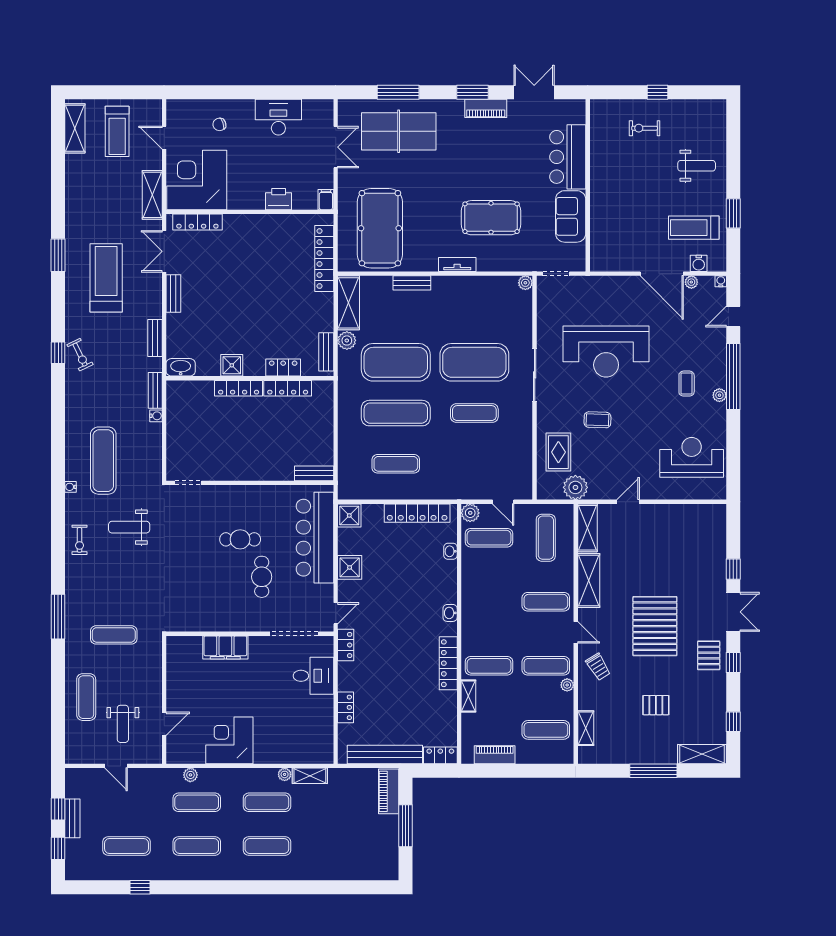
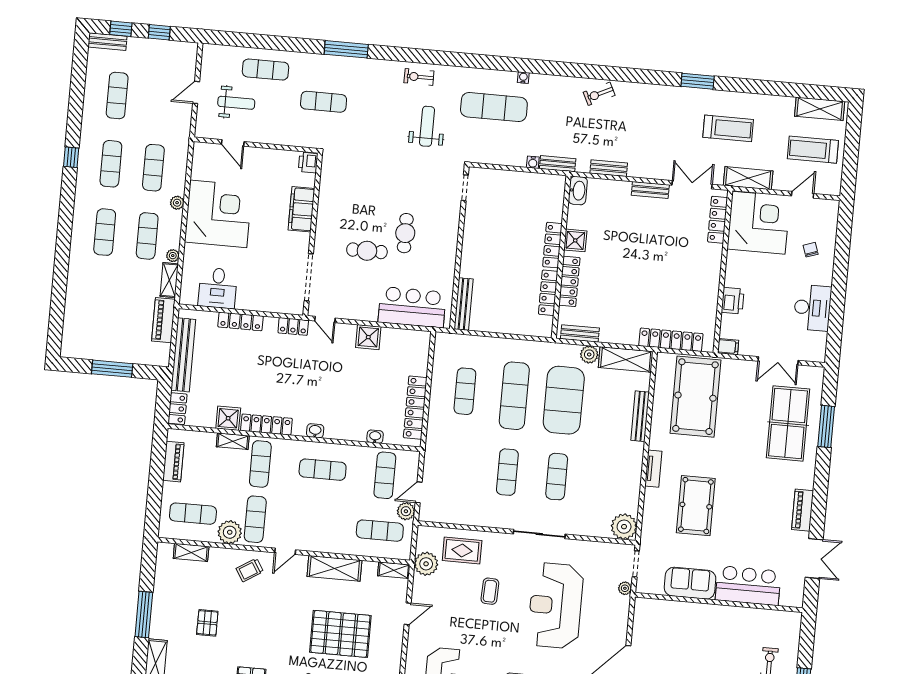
window: (473, 92) -> (820, 499), removed
pool table: (380, 228) -> (695, 397), turned 90
treadmill: (106, 278) -> (728, 128), moved, width x0.73, depth x0.73
plant: (582, 282) -> (625, 588), added
bench: (412, 283) -> (640, 416), width x1.36
plant: (525, 283) -> (624, 527), width x1.87, depth x1.87
window: (58, 353) -> (603, 73), removed
exercise mat: (474, 362) -> (557, 477), width x0.50, depth x0.69
locker: (283, 368) -> (569, 281), width x1.53
bench: (314, 473) -> (464, 304), width x1.36
water cooler: (71, 487) -> (523, 78), moved
door: (628, 502) -> (408, 614), hinge flipped
plant: (470, 513) -> (406, 511), moved
shower: (349, 515) -> (228, 418), moved
shelving: (587, 528) -> (394, 570), width x0.67, depth x0.75
bar counter: (315, 538) -> (412, 307), width x0.73
exercise mat: (546, 602) -> (323, 470), moved, turned 90
pallet: (655, 626) -> (340, 634), moved
exercise mat: (114, 635) -> (324, 102), turned 90
printer: (177, 645) -> (308, 163), added
desk: (313, 676) -> (218, 288), moved
plant: (567, 685) -> (230, 532), width x1.87, depth x1.87
locker: (345, 707) -> (240, 321), width x1.53
weight bench: (123, 724) -> (236, 103), turned 180
exercise mat: (546, 730) -> (193, 514), turned 90
corner desk: (229, 740) -> (218, 214), width x1.36, depth x1.36
plant: (190, 775) -> (177, 203), moved
piano: (389, 791) -> (163, 320), moved, turned -90
bench: (72, 818) -> (107, 42), moved
window: (140, 887) -> (71, 157), moved

